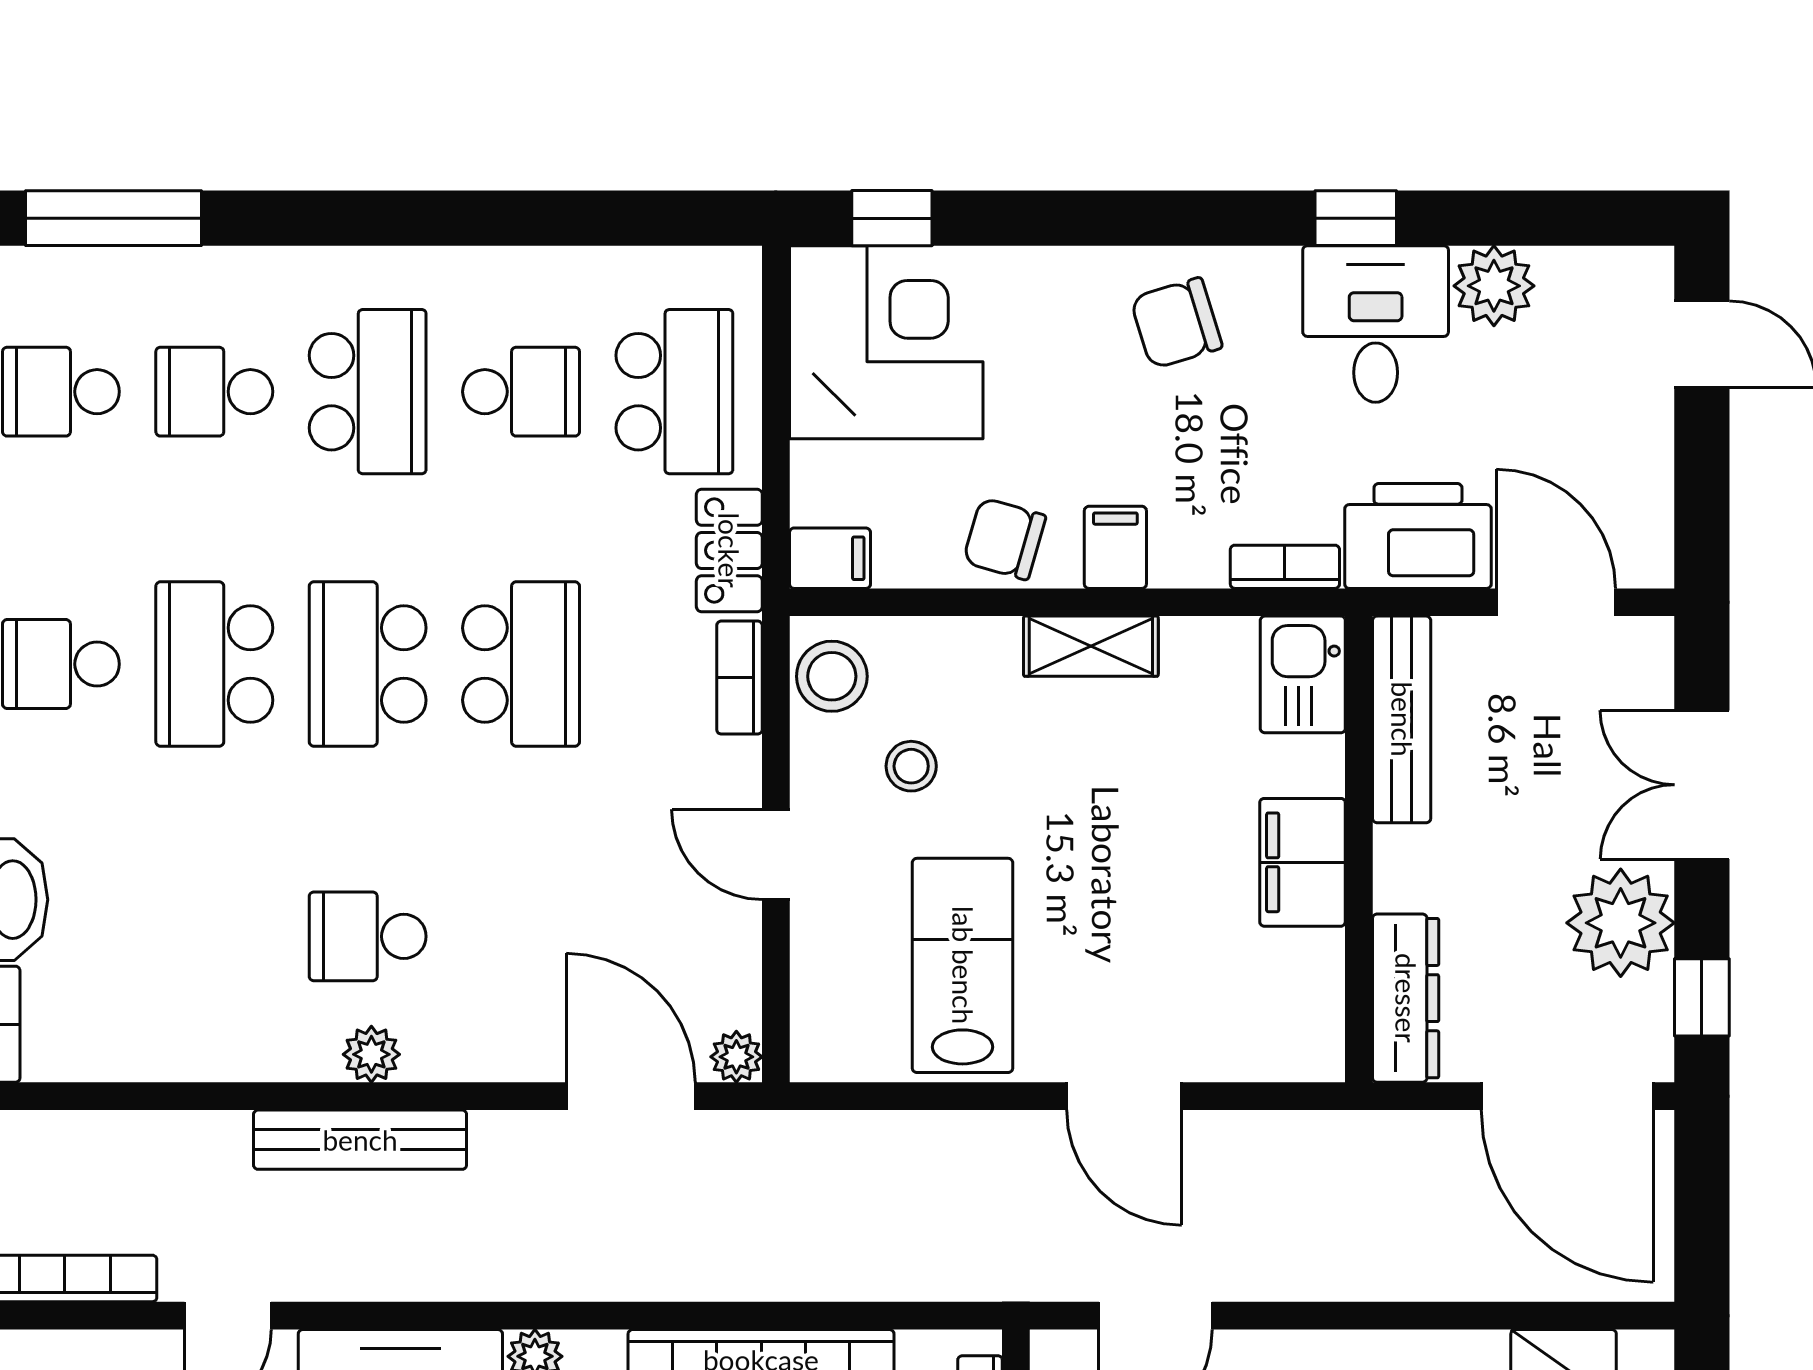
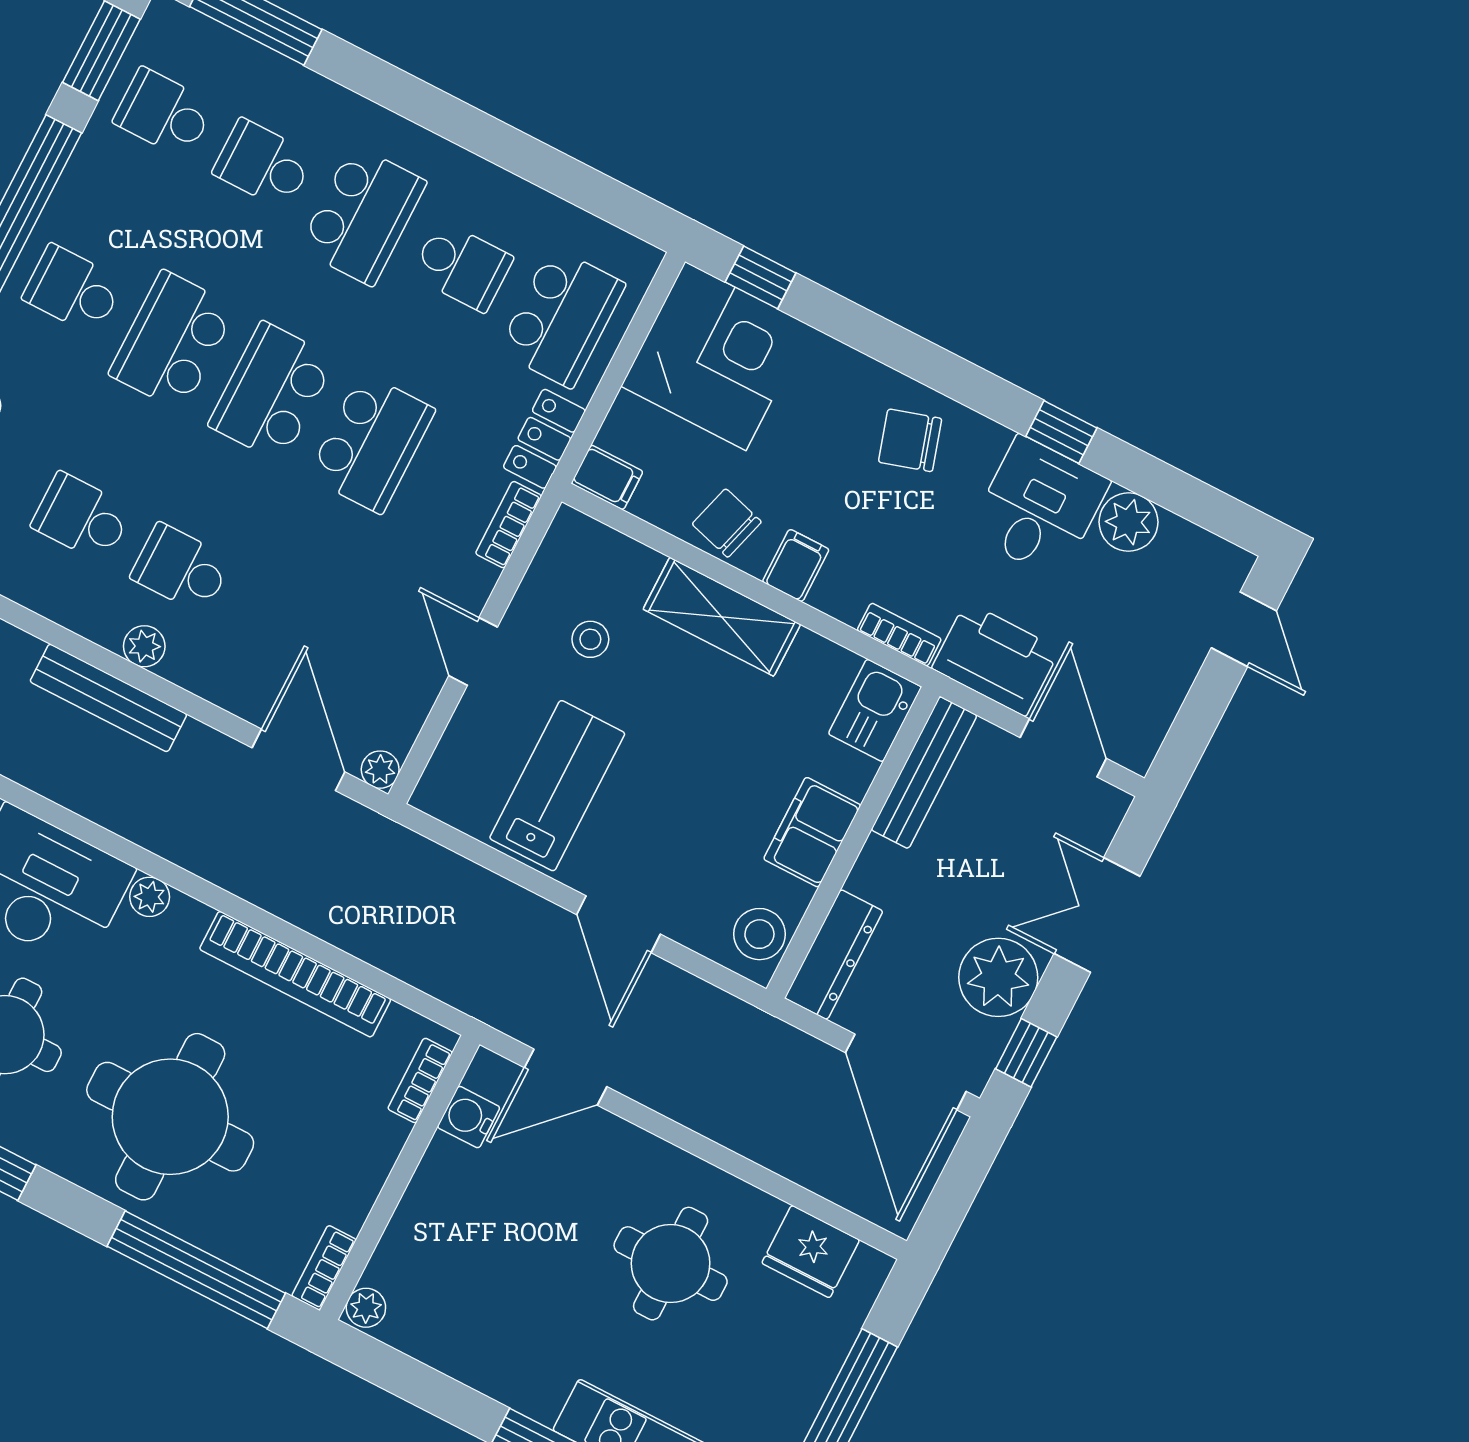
shelving: (1091, 646) -> (722, 617), width x1.50, depth x1.33
stool: (832, 676) -> (759, 934), moved
school desk: (214, 936) -> (82, 517), added

